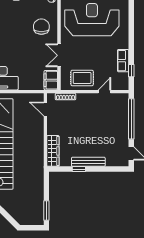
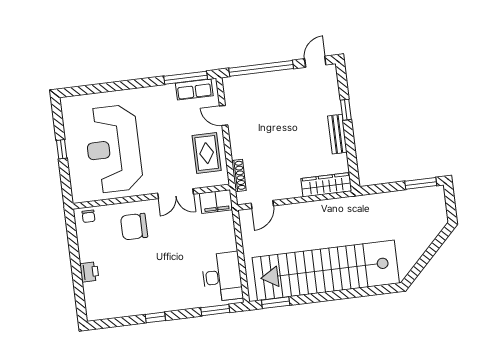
row of seats: (123, 61) -> (194, 89), moved
window: (131, 71) -> (186, 78), width x2.17
bench: (88, 162) -> (337, 134), width x0.73
window: (79, 169) -> (346, 110), moved

